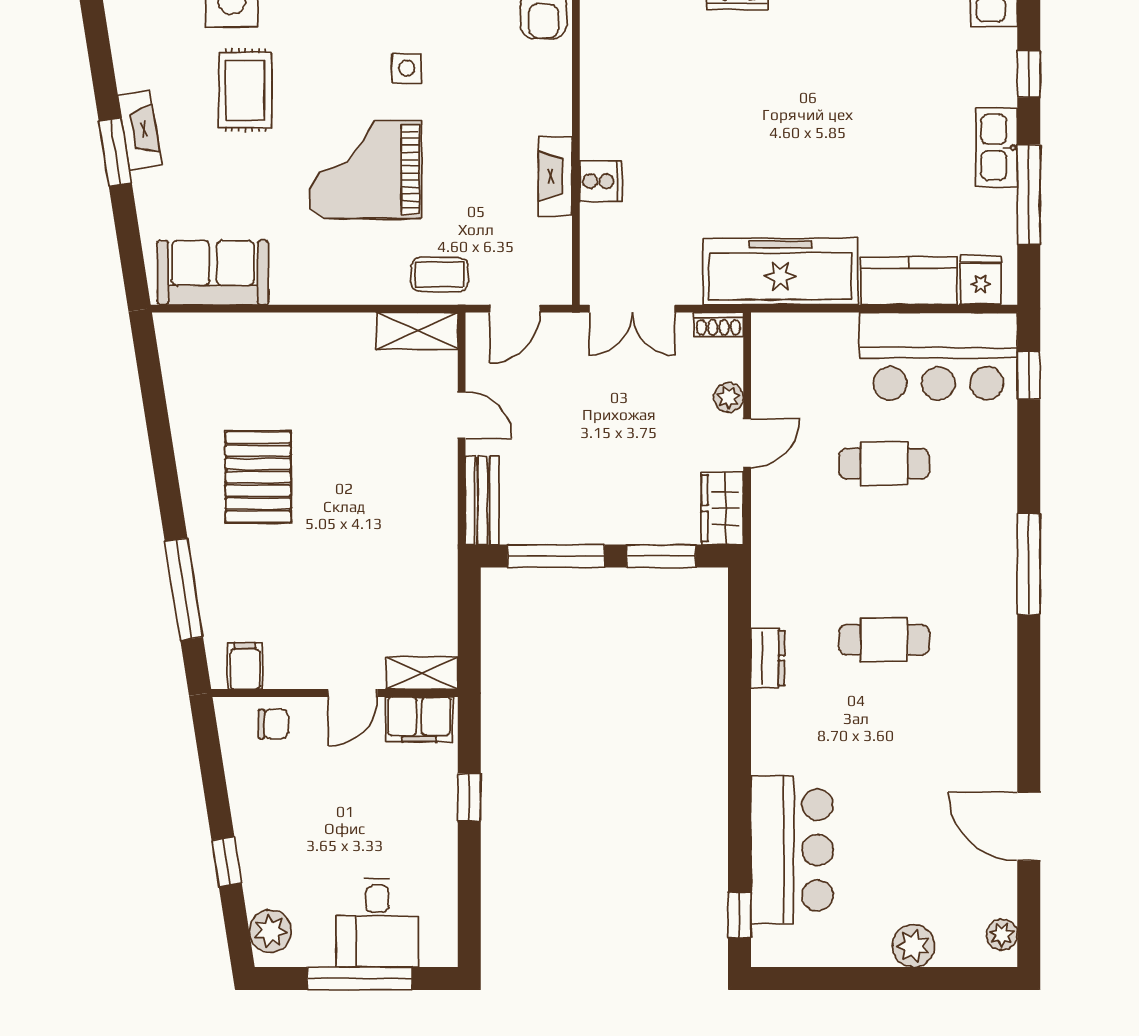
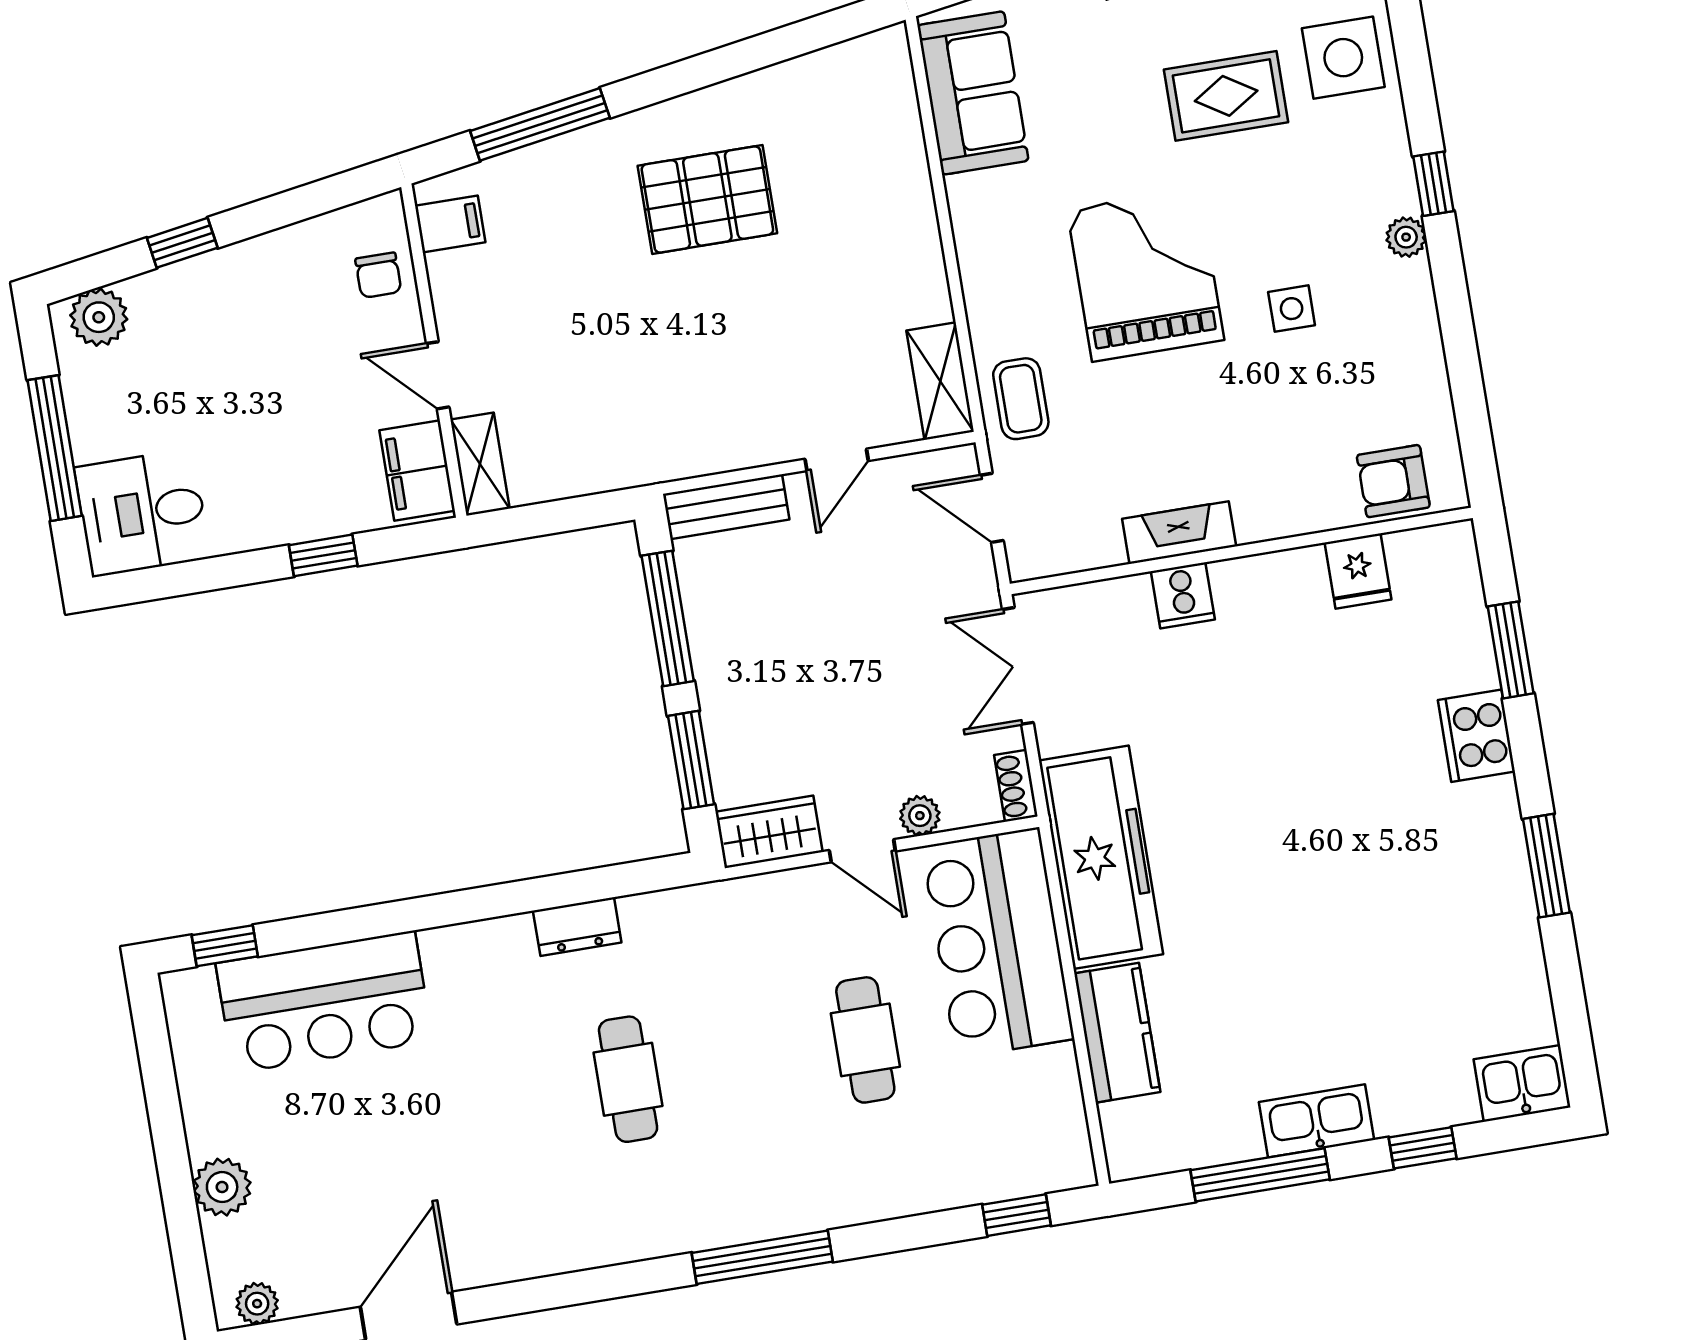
fridge: (981, 280) -> (1358, 571), moved, turned 90
bar counter: (938, 356) -> (998, 943), moved
desk: (377, 923) -> (142, 513), moved

